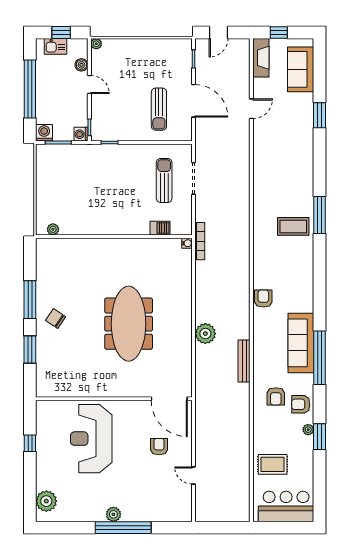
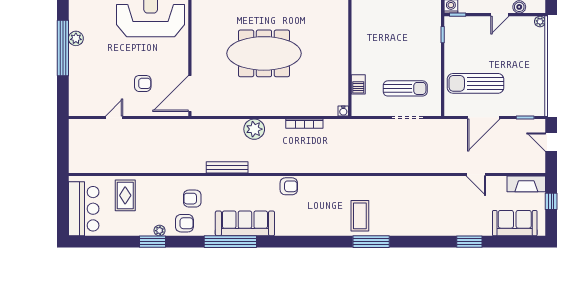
sun lounger: (159, 109) -> (476, 83), width x1.36, depth x1.34
bookcase: (200, 241) -> (304, 124), moved
armchair: (301, 404) -> (184, 223), turned 90

